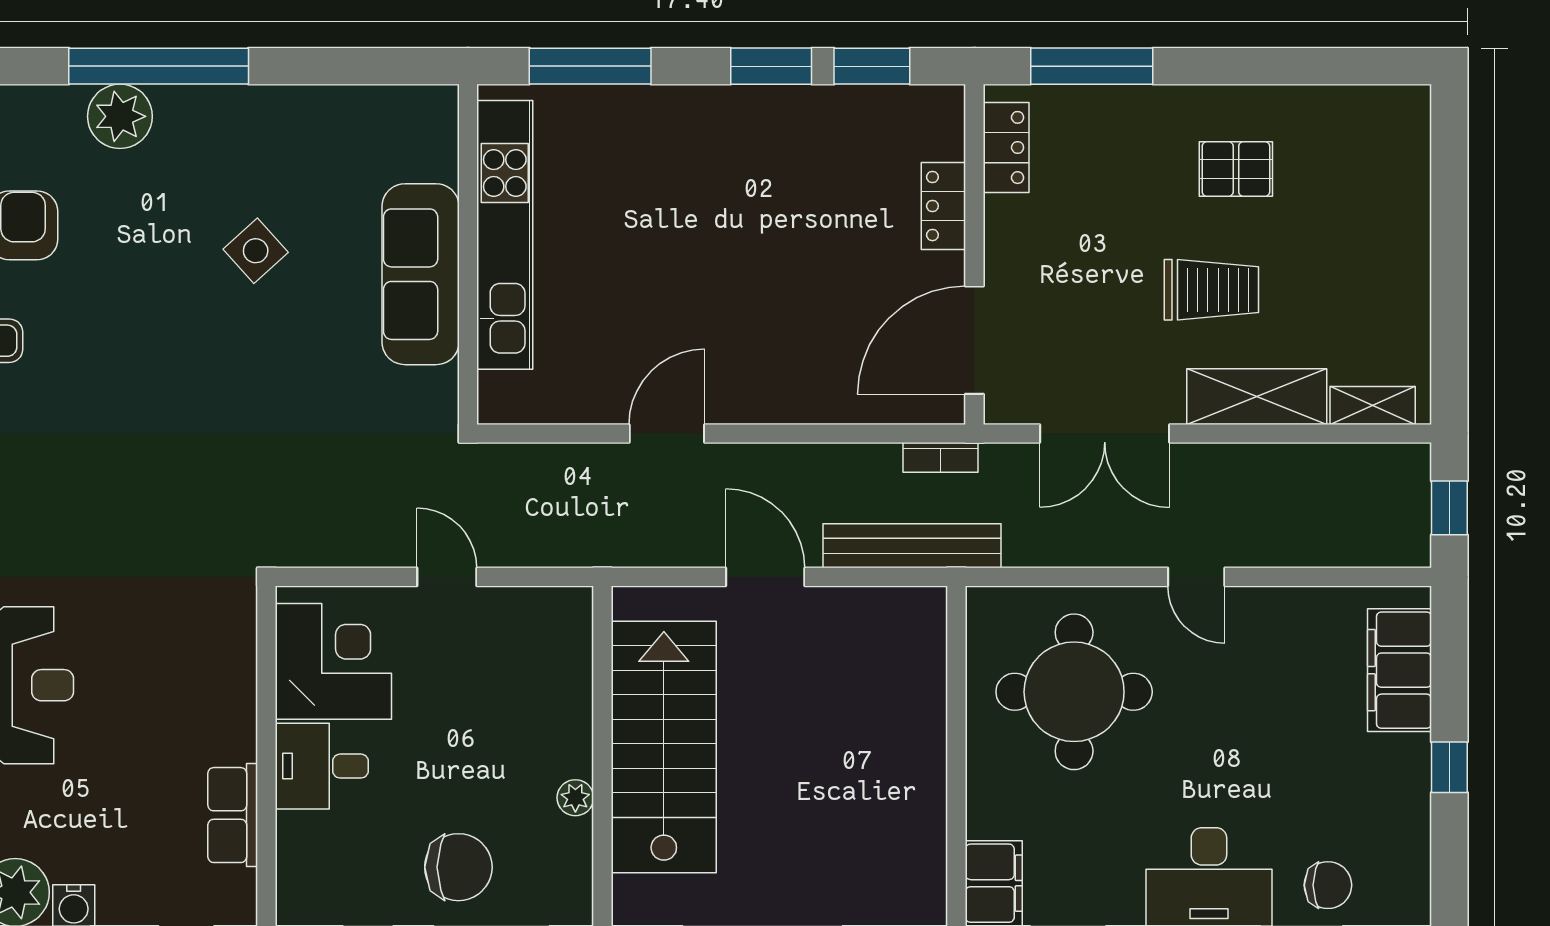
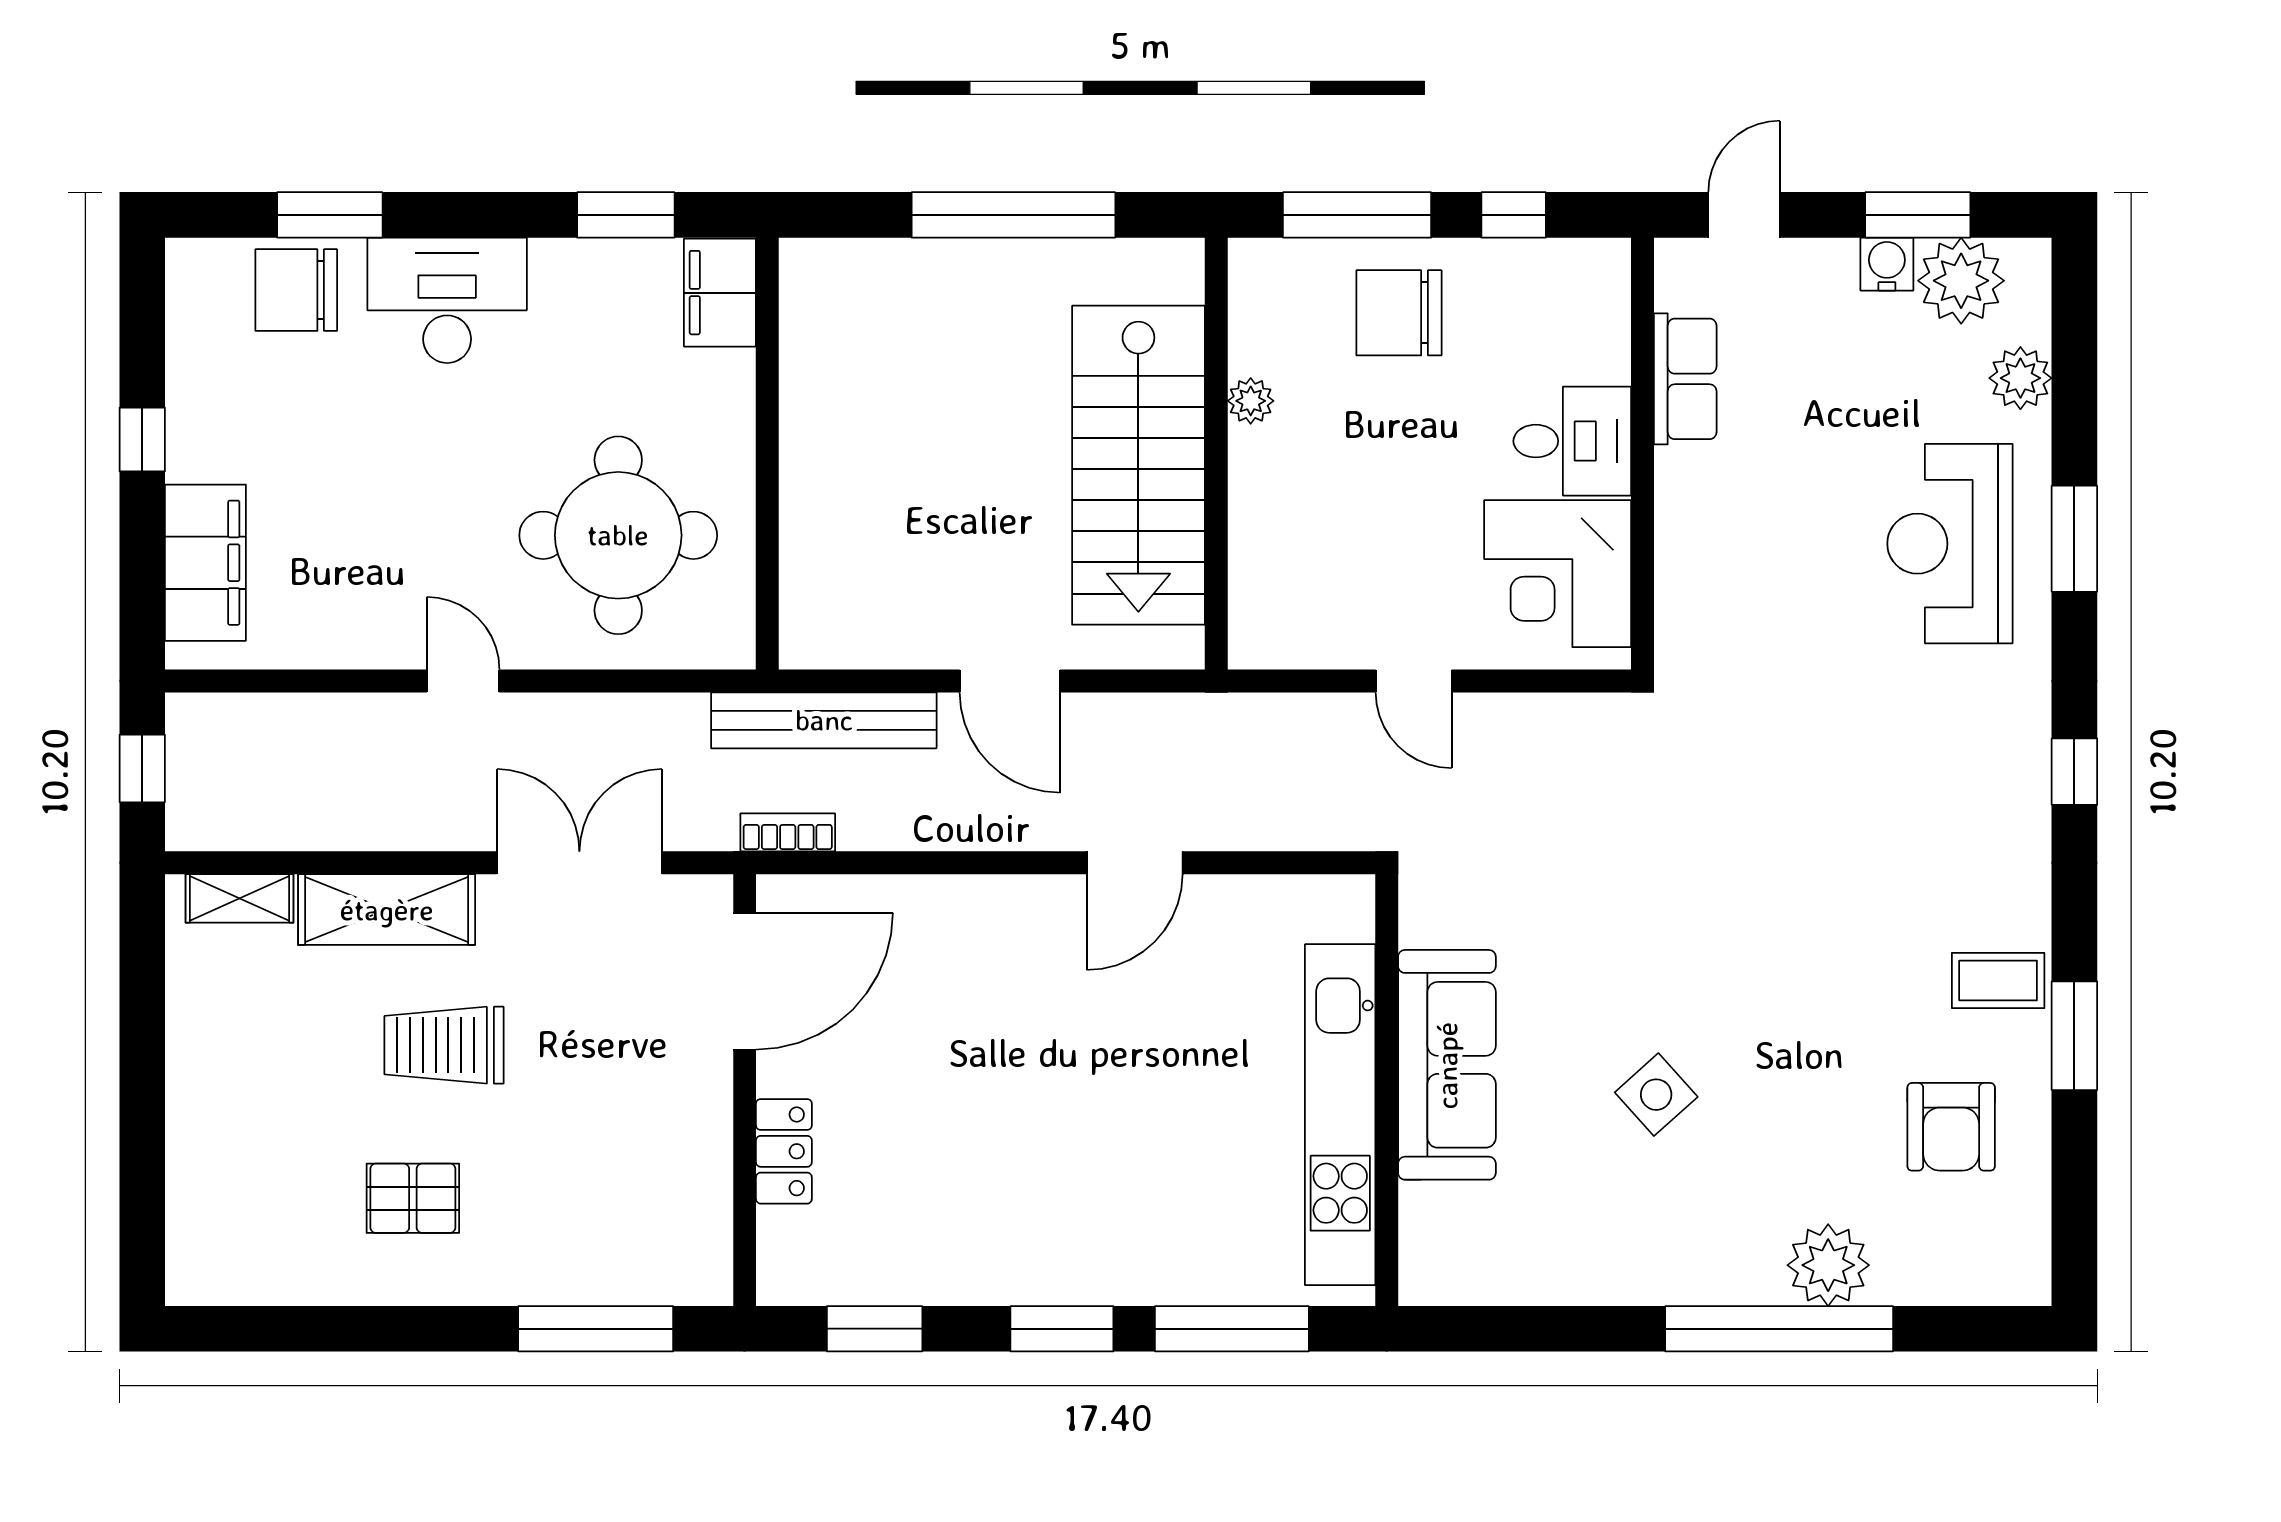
window: (771, 66) -> (1062, 1329), moved
locker: (1006, 147) -> (704, 1226), removed
chair: (1328, 885) -> (296, 290), width x1.37, depth x1.37

